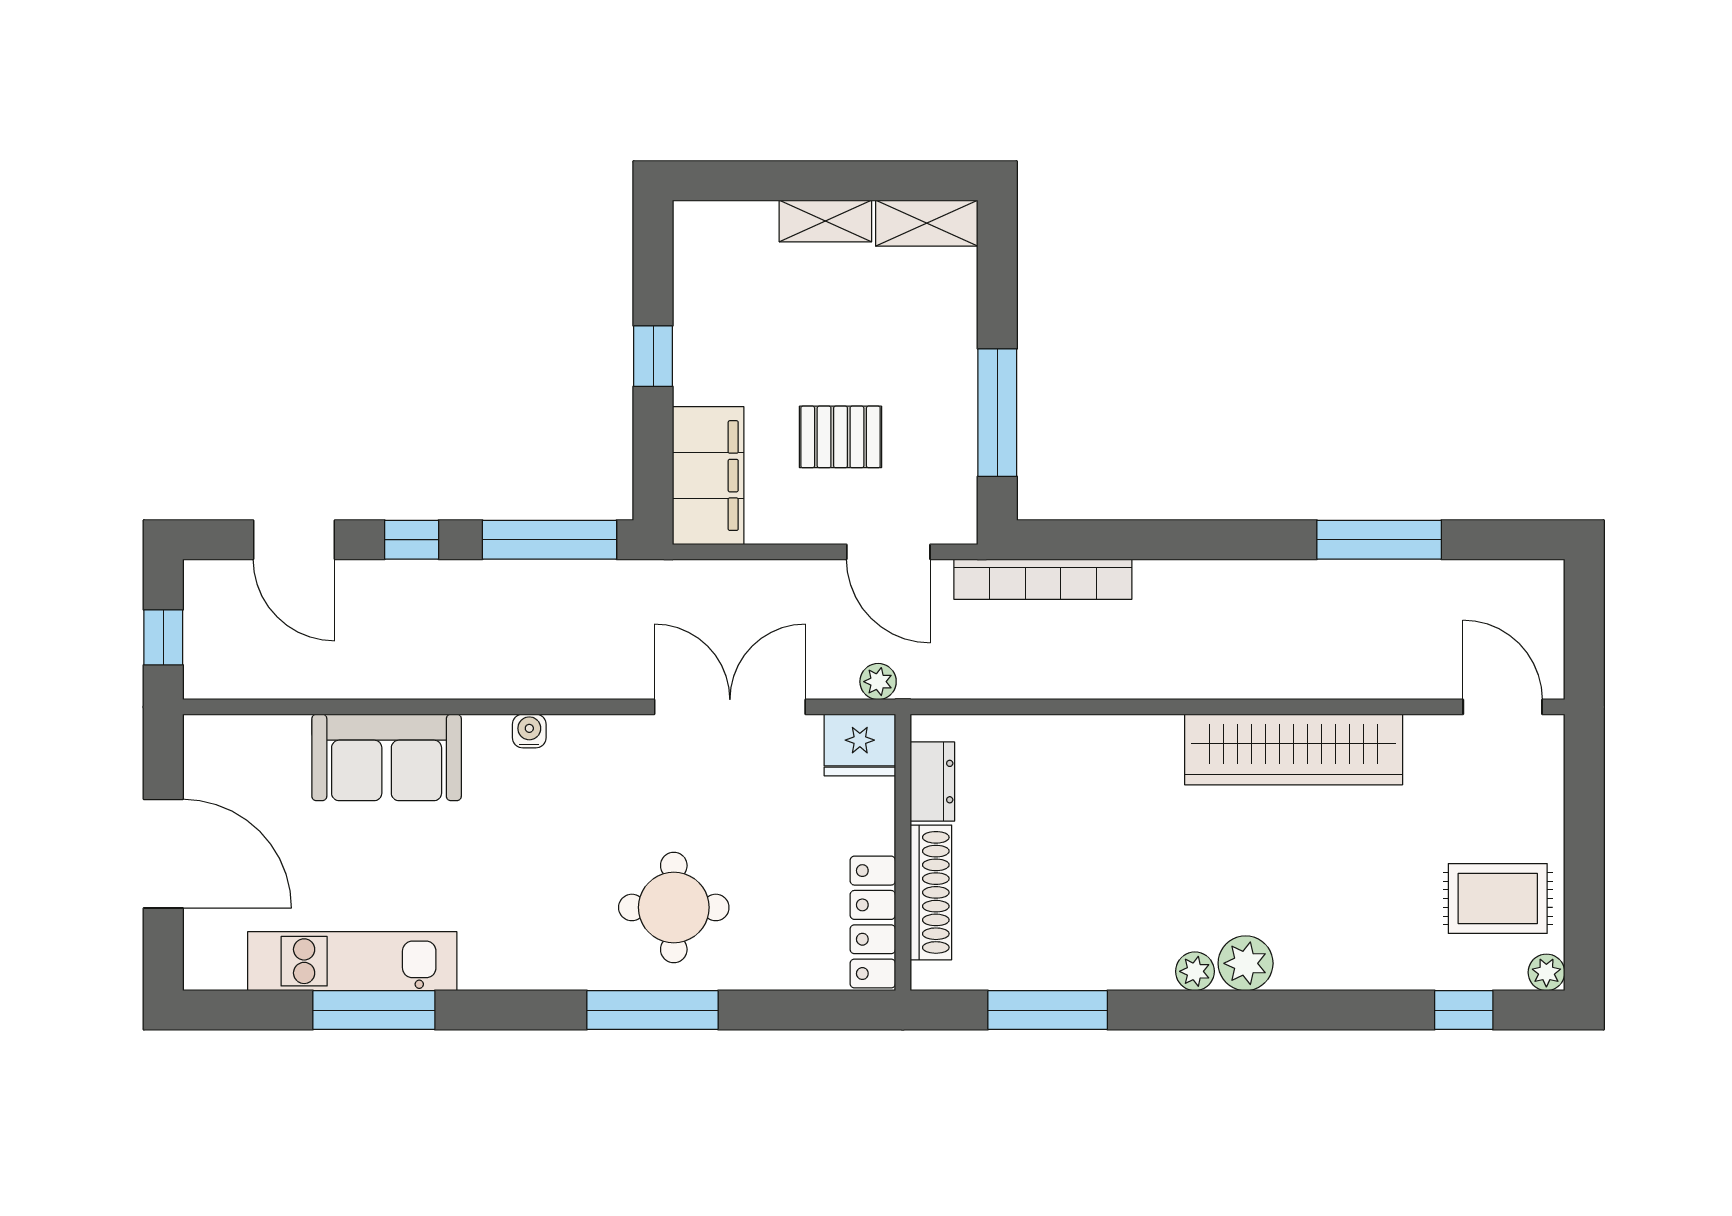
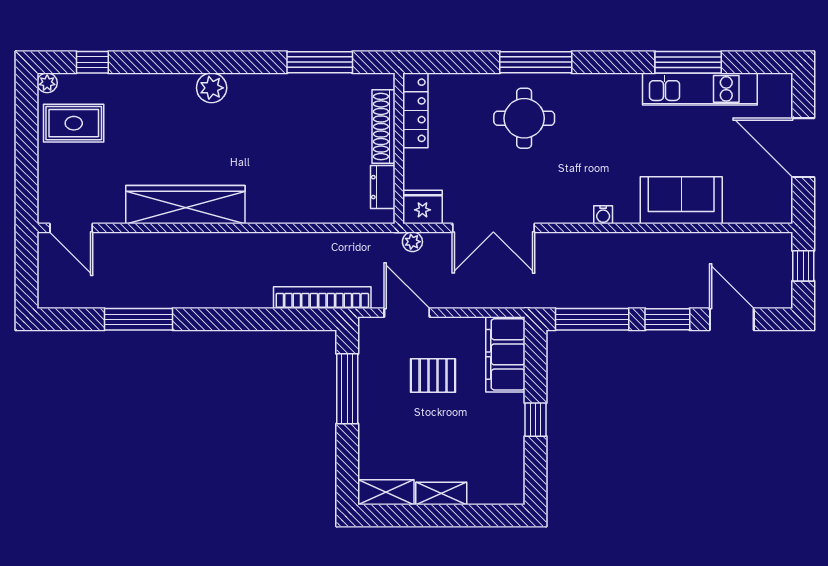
window: (412, 540) -> (667, 319), width x1.50
plant: (1195, 971) -> (239, 83), removed

